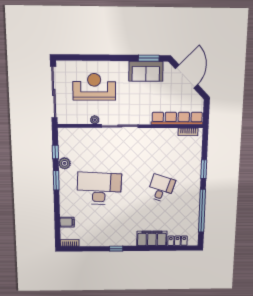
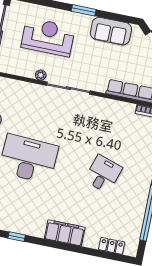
window: (149, 58) -> (84, 10), moved
filing cabinet: (152, 238) -> (65, 233), moved
window: (116, 249) -> (17, 237), moved

